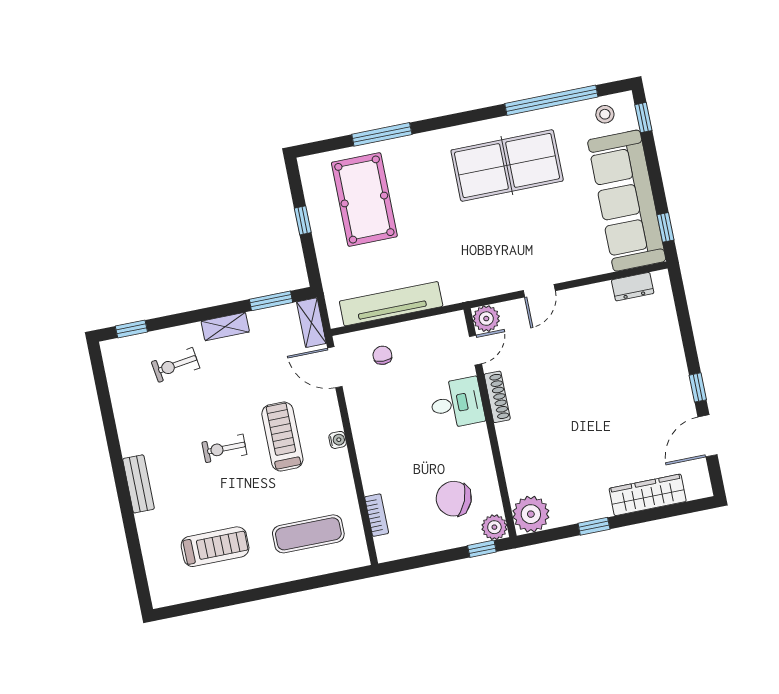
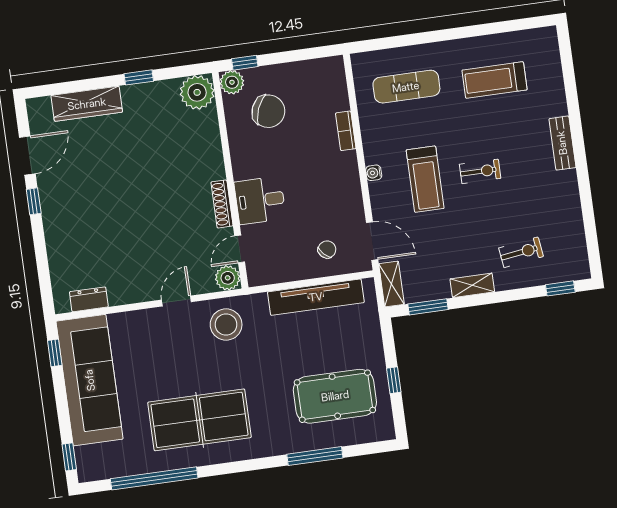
stool: (605, 114) -> (226, 324), moved, width x1.89, depth x1.89
pool table: (364, 200) -> (335, 396), turned 90
chair: (382, 355) -> (327, 249), turned -136
bookcase: (377, 515) -> (346, 131), moved

